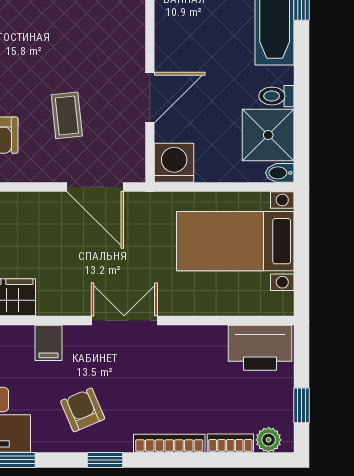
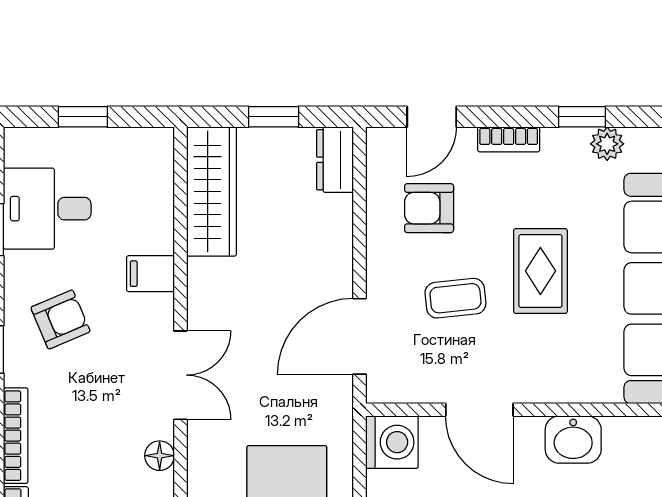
washbasin: (172, 28) -> (573, 440), added
rug: (47, 52) -> (540, 271), added
floor lamp: (184, 336) -> (160, 456), added

